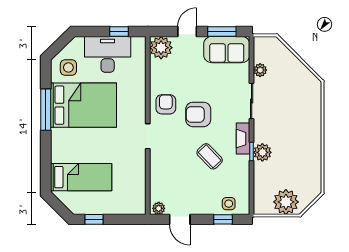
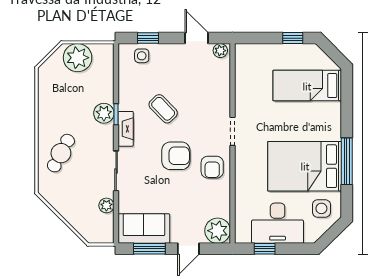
cafe table: (301, 117) -> (61, 153), added

